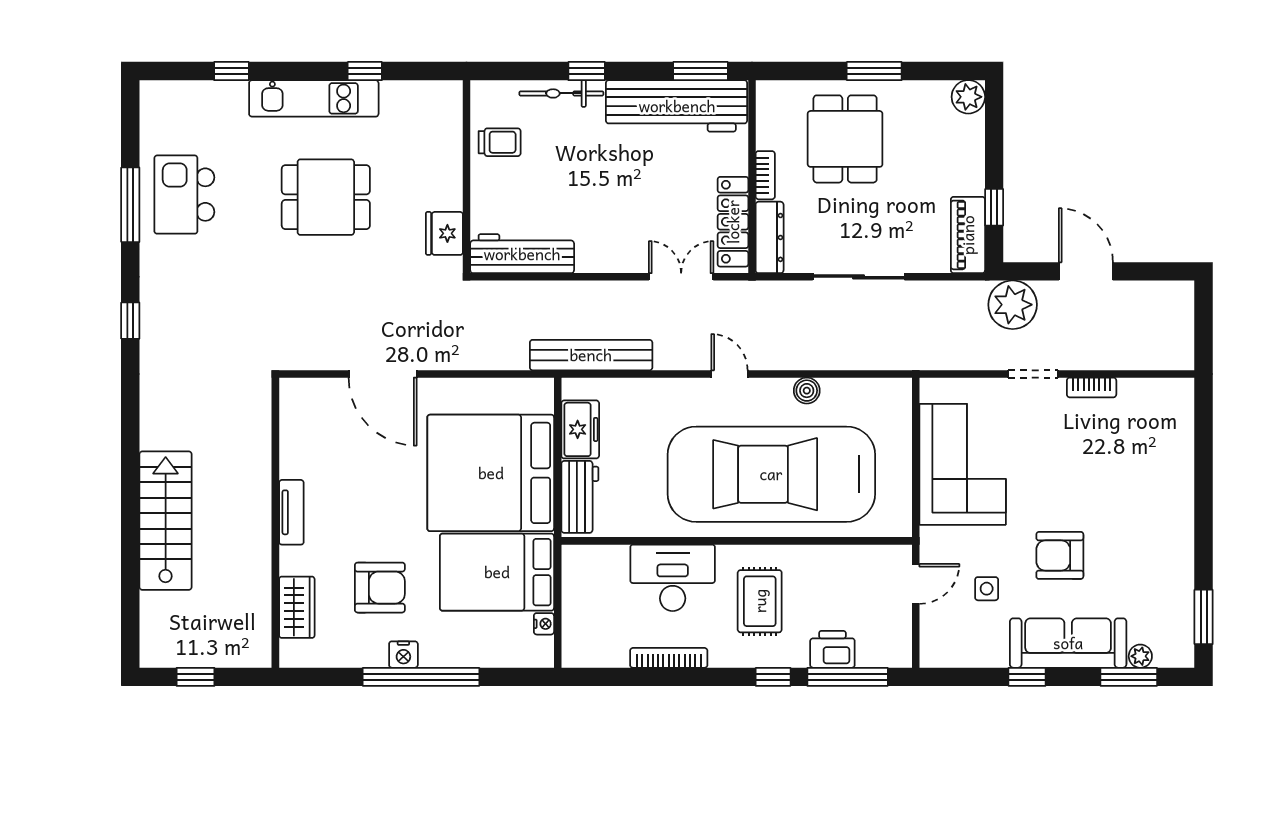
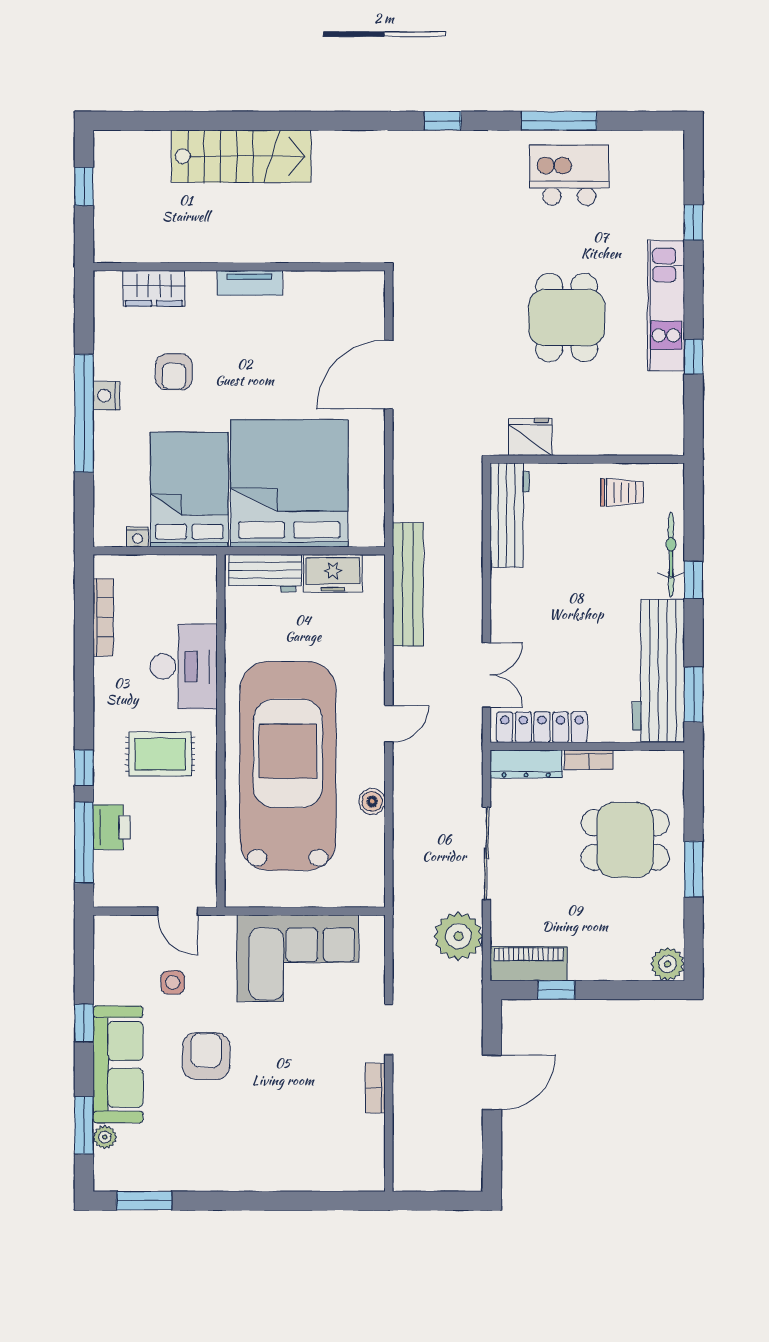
trolley: (500, 142) -> (622, 492), turned -90
plant: (1013, 305) -> (458, 936), moved
armchair: (380, 588) -> (174, 372), width x0.72, depth x0.72
bookcase: (669, 658) -> (103, 617), moved

